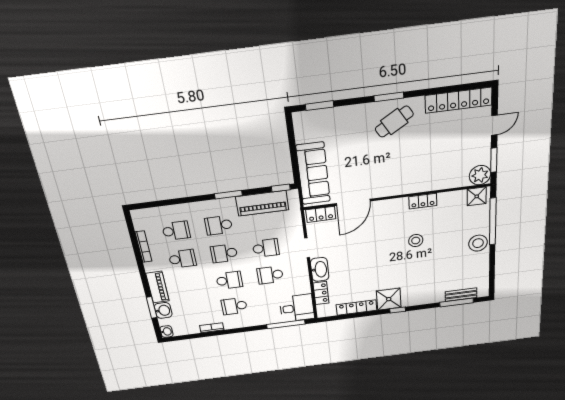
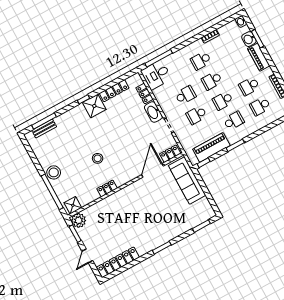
cafe table: (394, 122) -> (151, 234), removed
school desk: (224, 253) -> (223, 101), turned 180
school desk: (234, 306) -> (201, 61), turned 180

